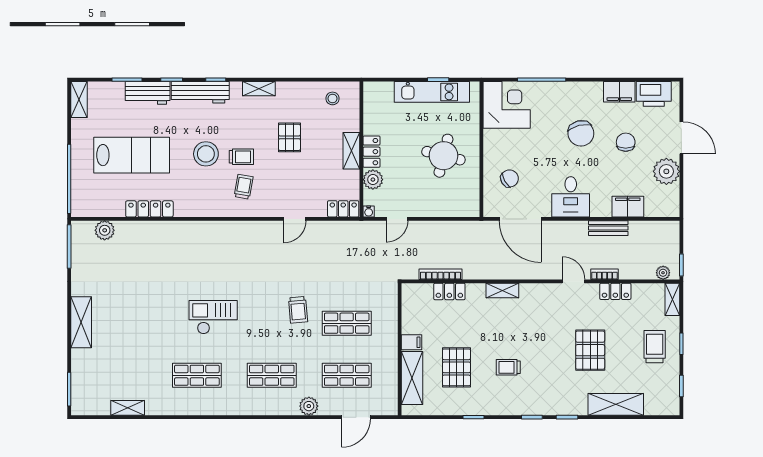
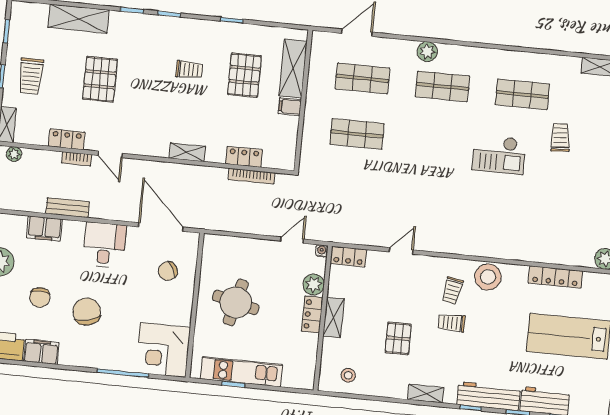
stool: (206, 154) -> (488, 277), moved
trolley: (298, 310) -> (560, 137), moved
plant: (309, 406) -> (427, 52), moved

